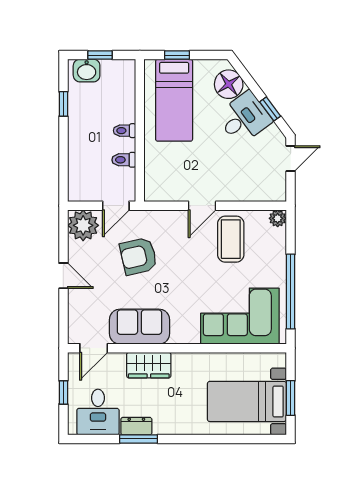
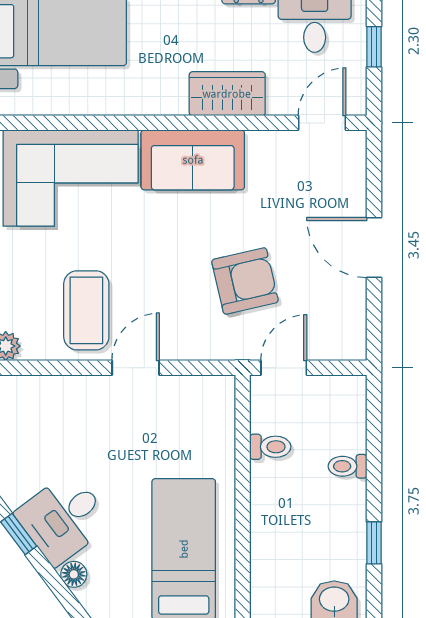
floor lamp: (229, 84) -> (74, 574), width x0.53, depth x0.53
toilet: (124, 131) -> (348, 466), moved, turned 180
plant: (83, 225) -> (340, 334), removed
door: (63, 276) -> (374, 247), width x1.37
sofa: (139, 327) -> (193, 160), moved

